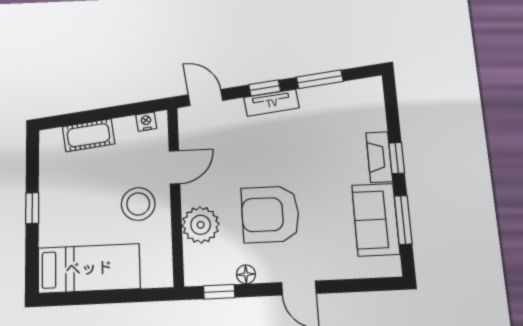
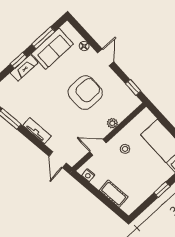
window: (265, 88) -> (33, 139), removed
stool: (138, 204) -> (125, 149), width x0.53, depth x0.53
armchair: (270, 214) -> (85, 93), turned -90
plant: (201, 225) -> (112, 123), width x0.53, depth x0.53
floor lamp: (246, 274) -> (84, 46), moved

